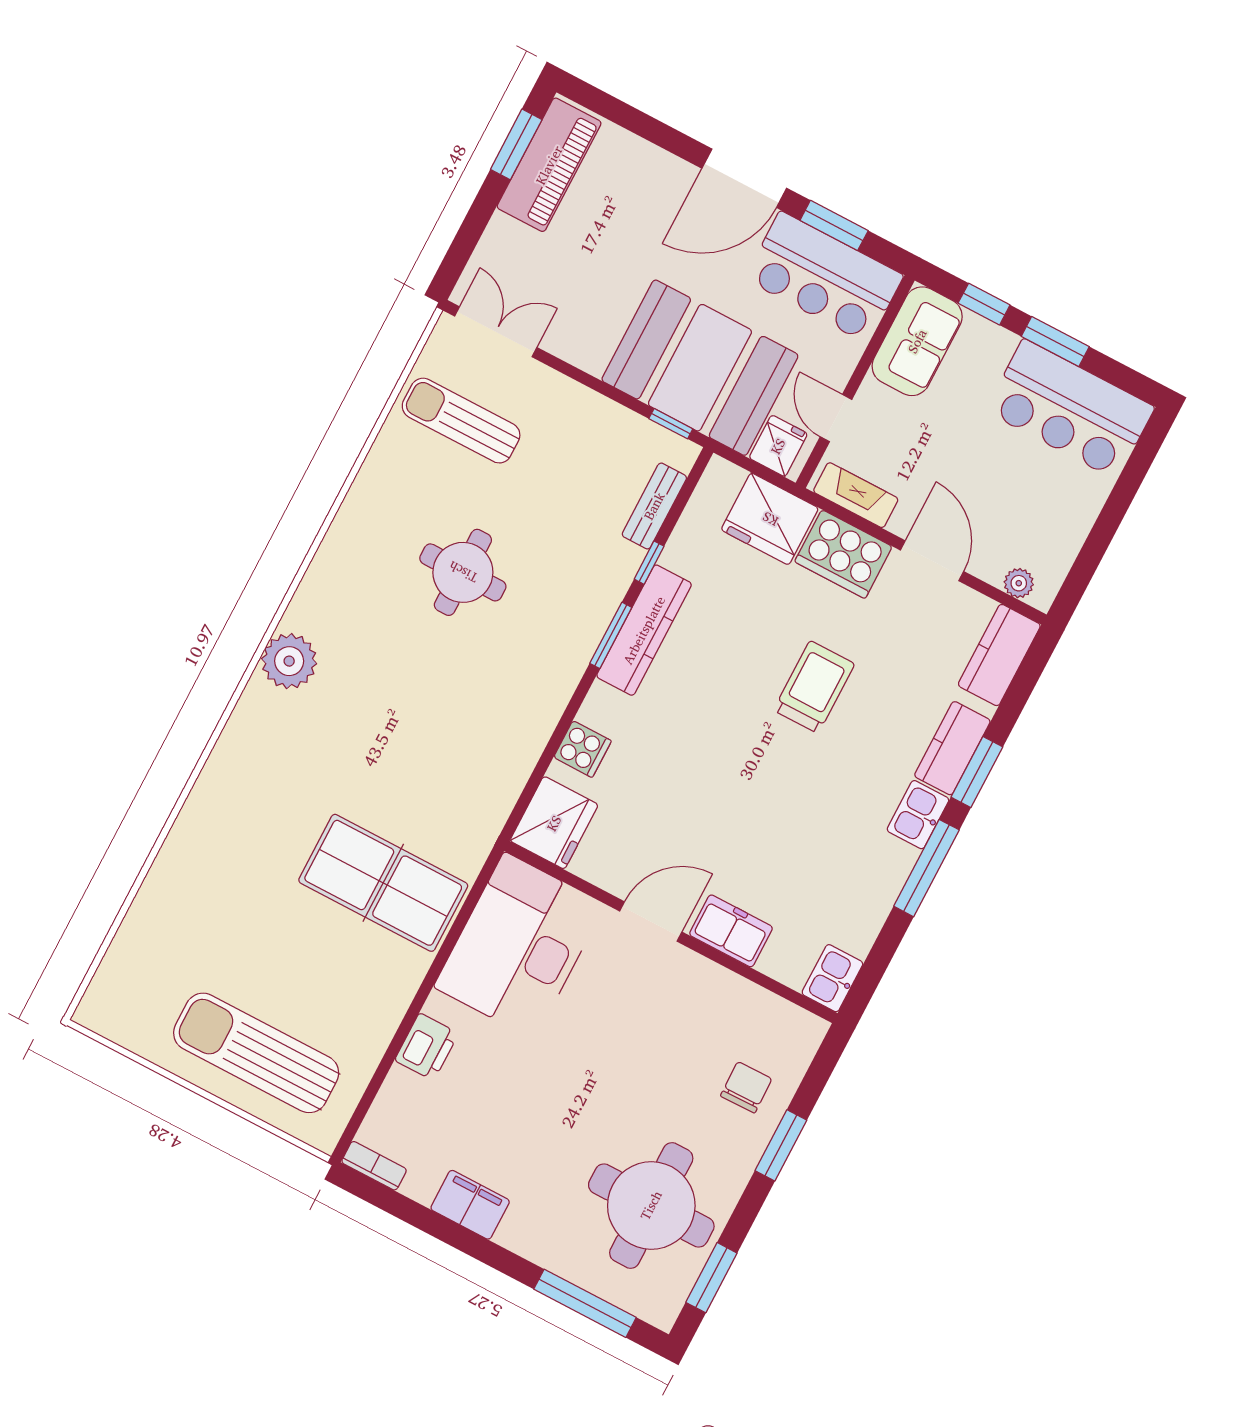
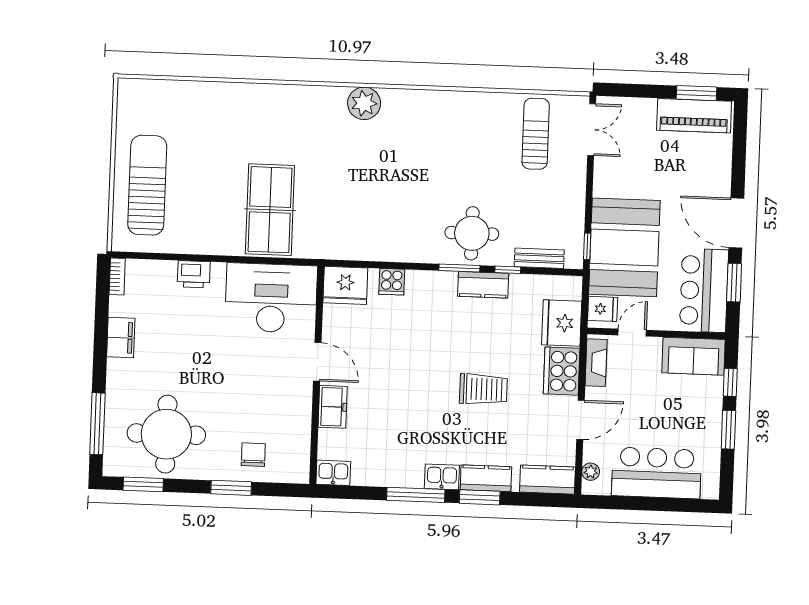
bar counter: (1070, 409) -> (657, 473), moved, turned 90
round table: (463, 572) -> (472, 233), moved
kitchen counter: (644, 630) -> (483, 285), width x0.67
chair: (746, 1087) -> (253, 455), turned -89

